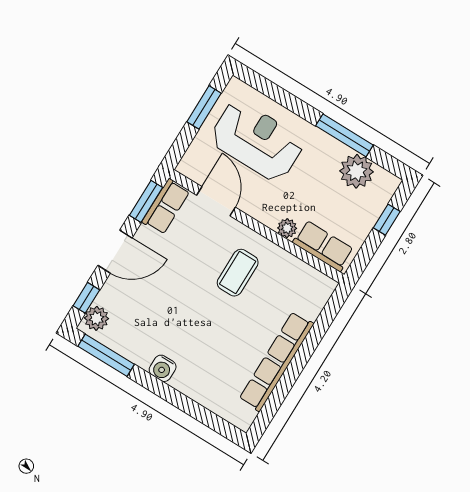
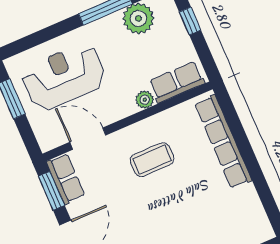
coffee table: (238, 273) -> (152, 160), turned 90
row of seats: (276, 361) -> (223, 142), moved

